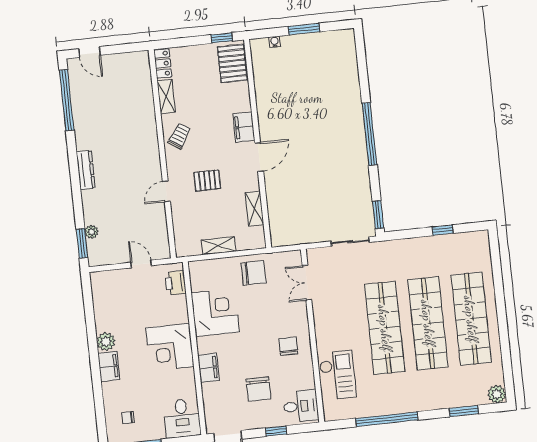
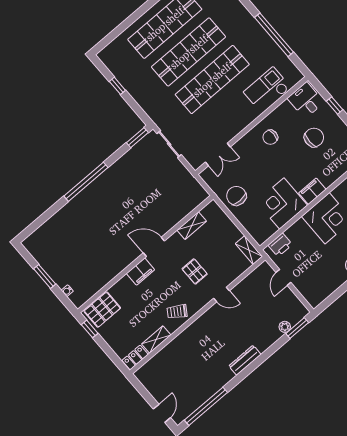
shelving: (219, 246) -> (249, 250), moved
filing cabinet: (208, 368) -> (312, 191), moved

